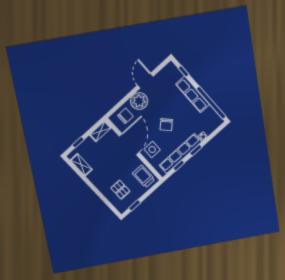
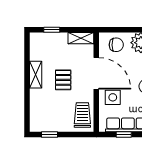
door: (129, 144) -> (96, 73), hinge flipped
shelving: (81, 165) -> (36, 75), moved
pallet: (120, 190) -> (63, 80), moved

